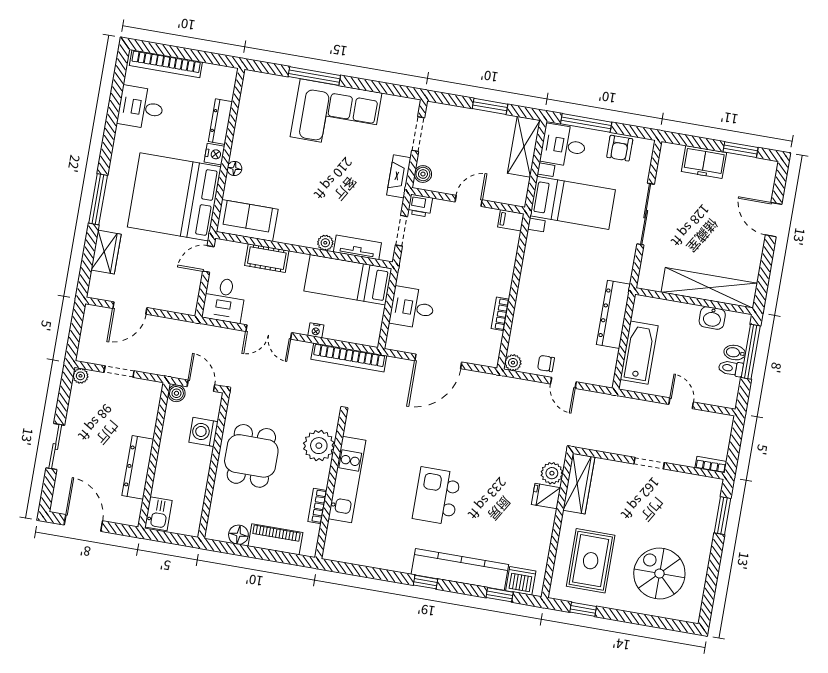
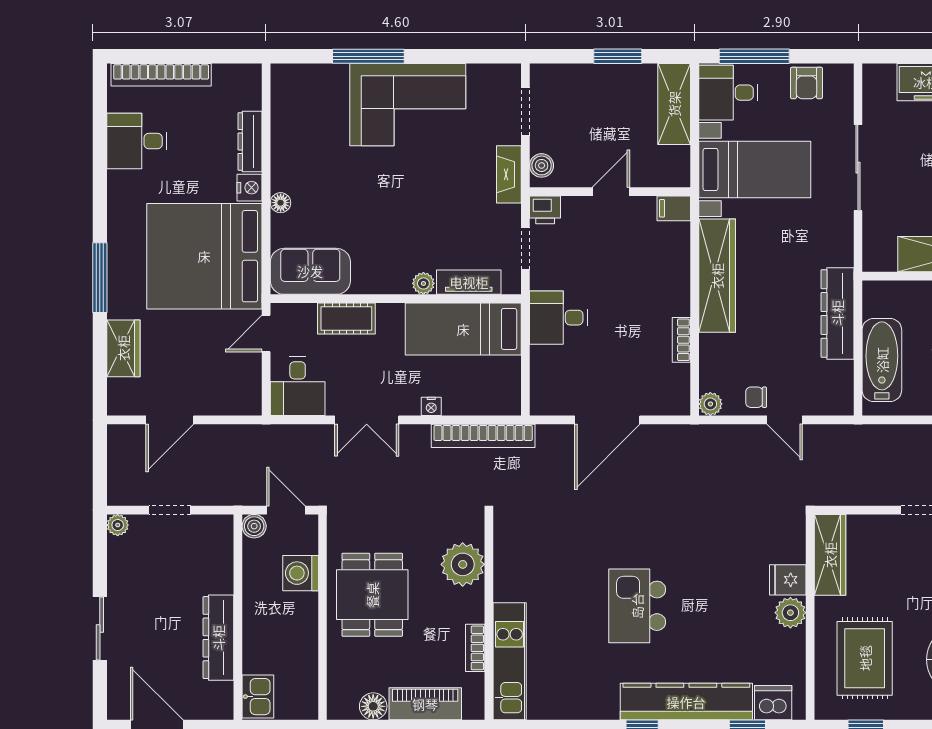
wardrobe: (533, 273) -> (717, 276), added
desk: (412, 308) -> (559, 318), moved
plant: (552, 473) -> (790, 613), moved
kitchen unit: (347, 480) -> (510, 661), moved

